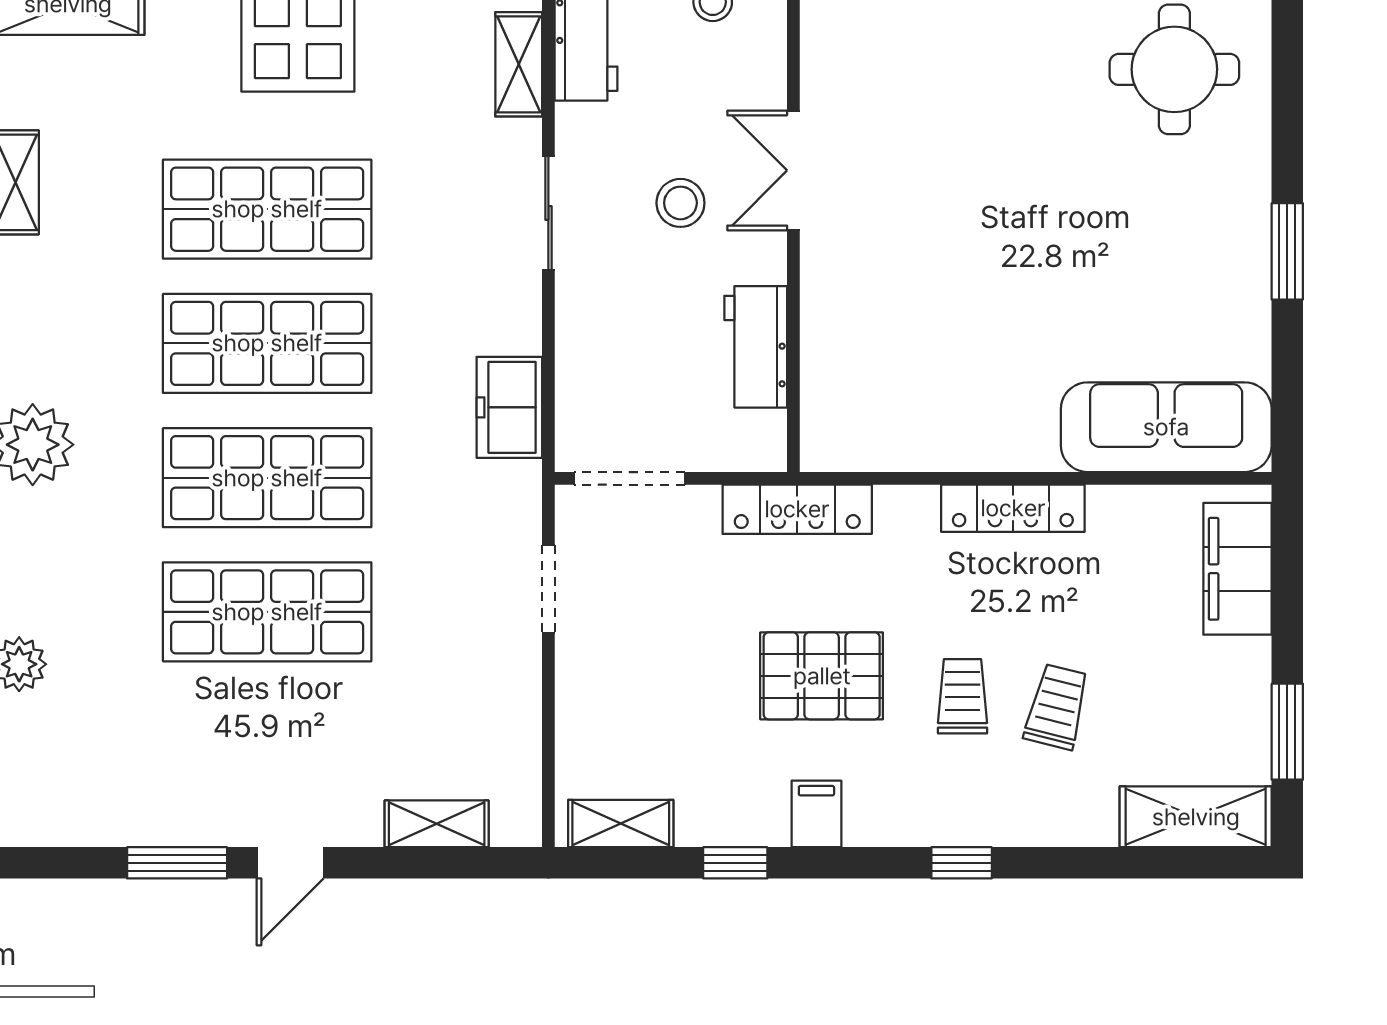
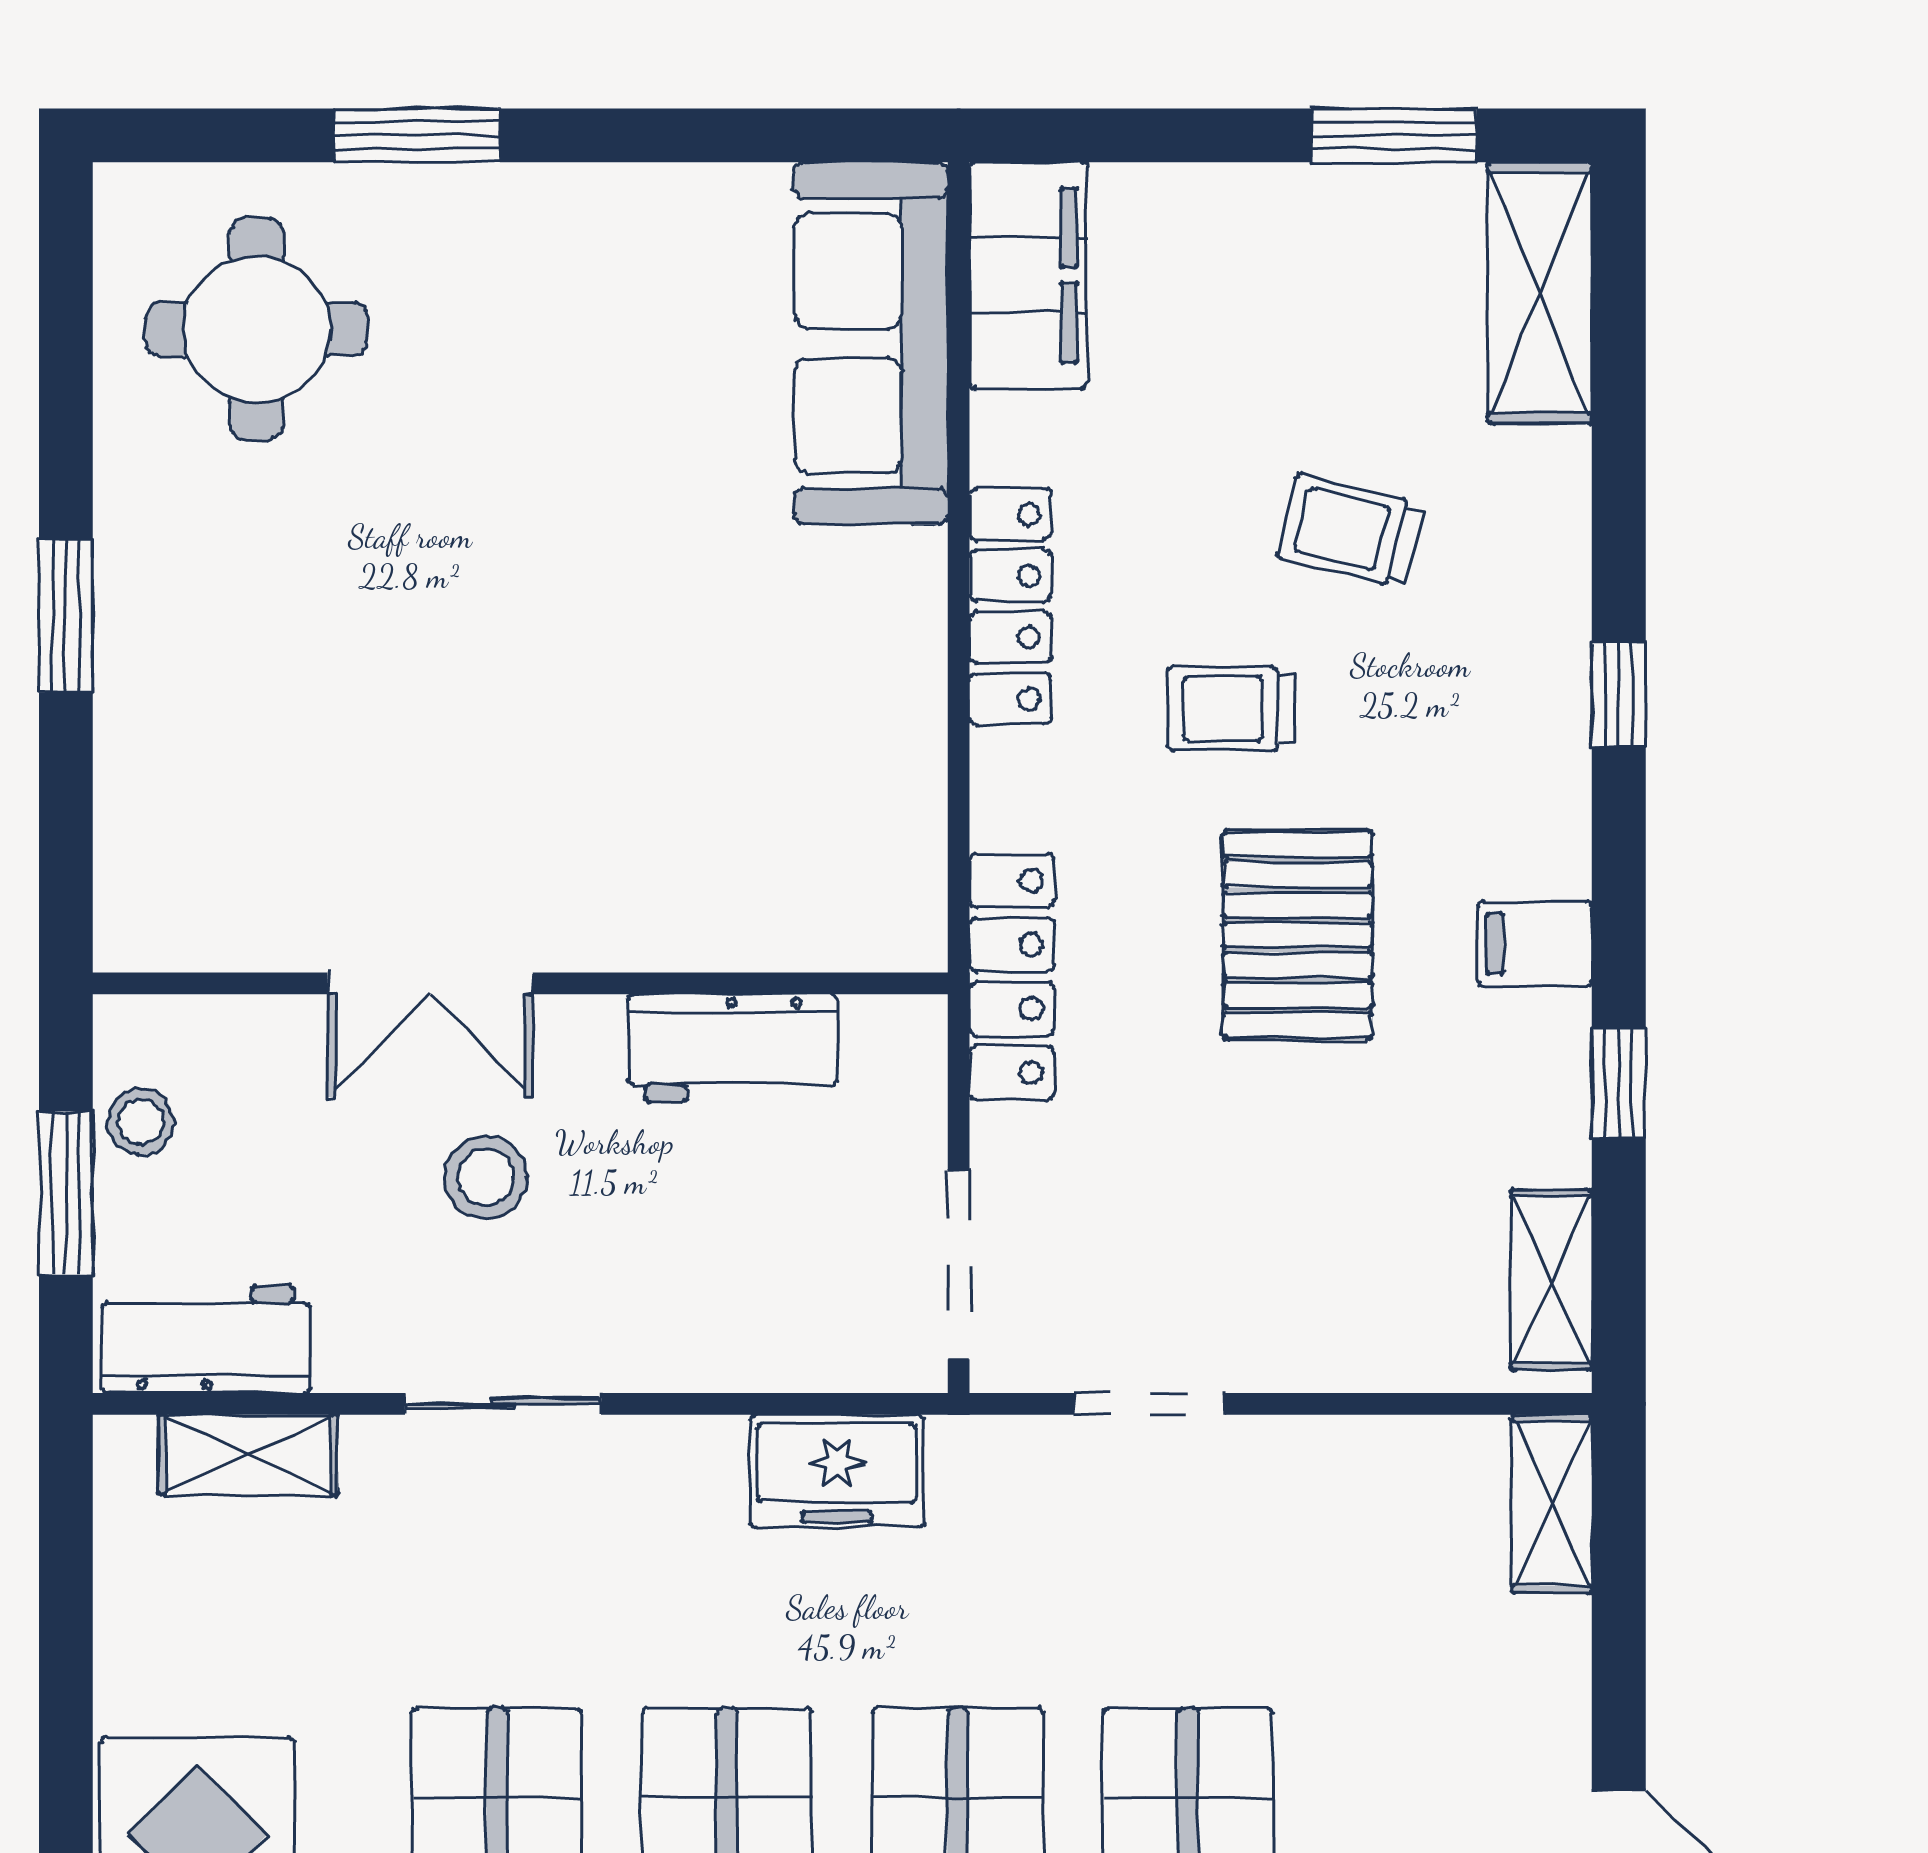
window: (1287, 251) -> (417, 135), moved
filing cabinet: (1237, 569) -> (1028, 275), moved, turned -90
trolley: (962, 696) -> (1232, 708), moved
shelving: (437, 824) -> (1552, 1504), moved

